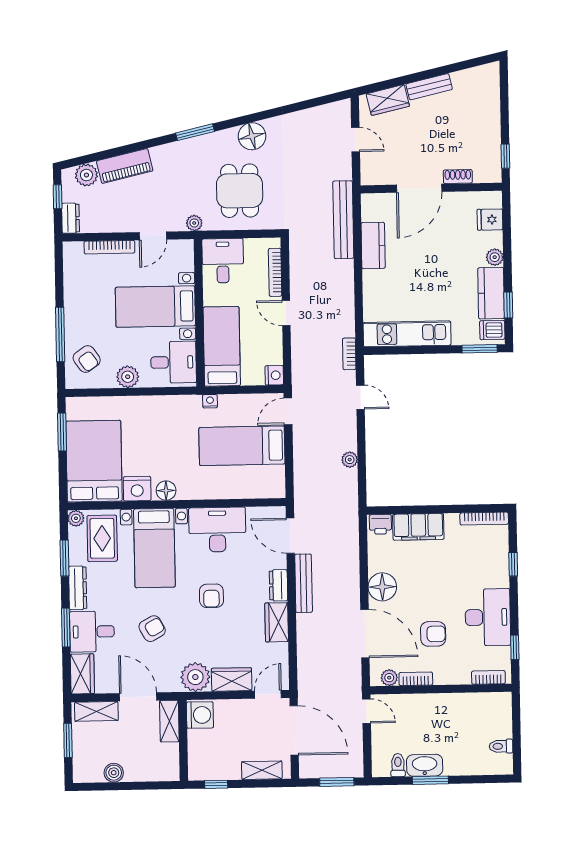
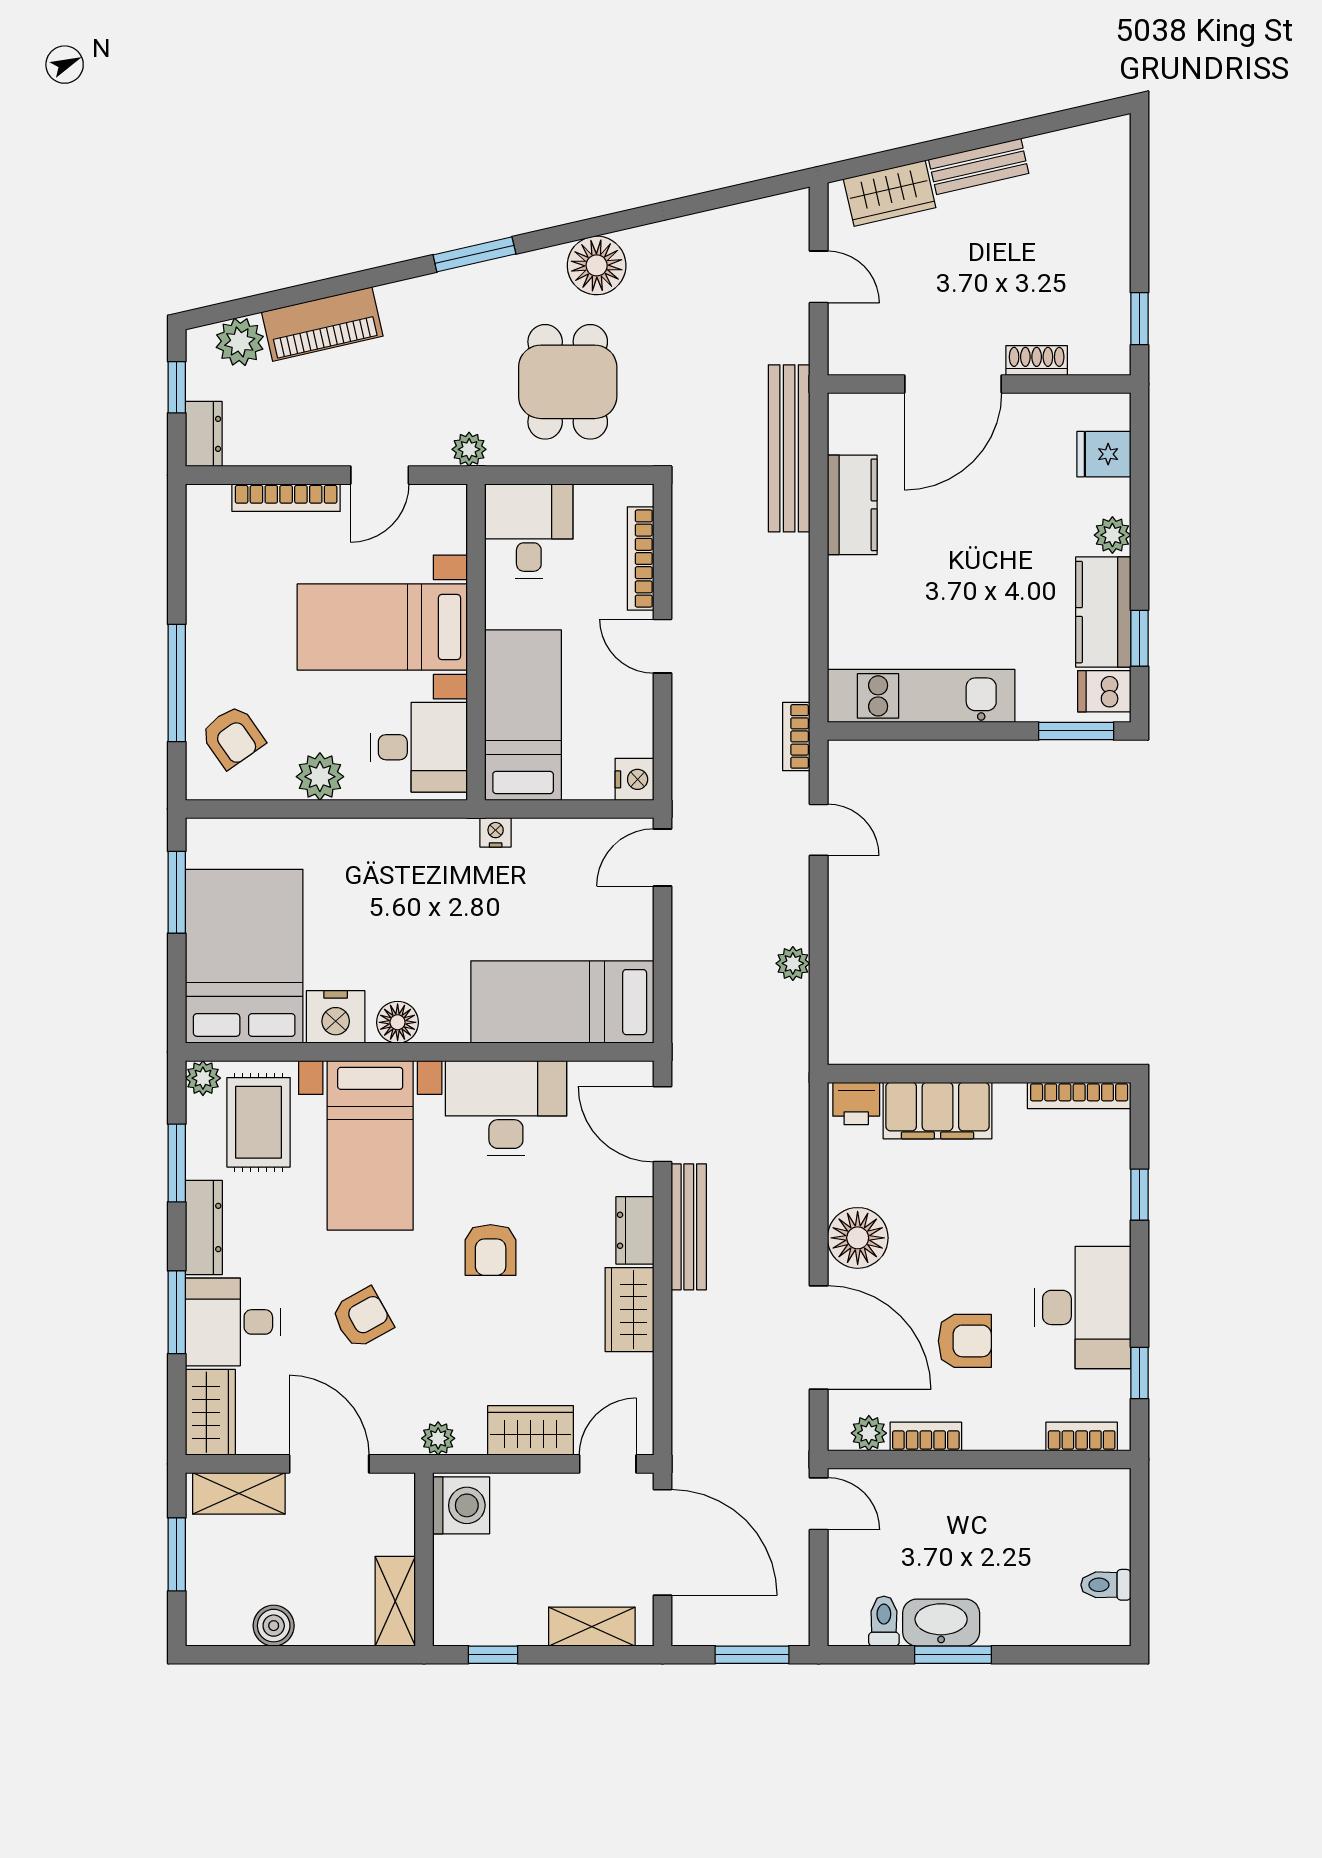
bed: (242, 446) -> (562, 1002), moved
plant: (195, 677) -> (438, 1438), width x0.53, depth x0.53
shelving: (169, 721) -> (395, 1601), moved

